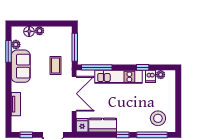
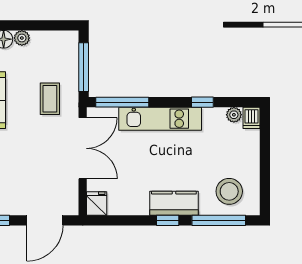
dishwasher: (151, 76) -> (252, 118), moved
kitchen counter: (103, 125) -> (174, 203), moved

